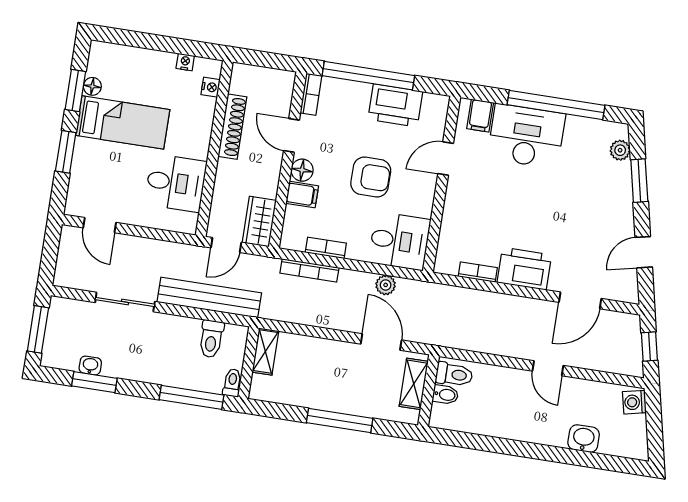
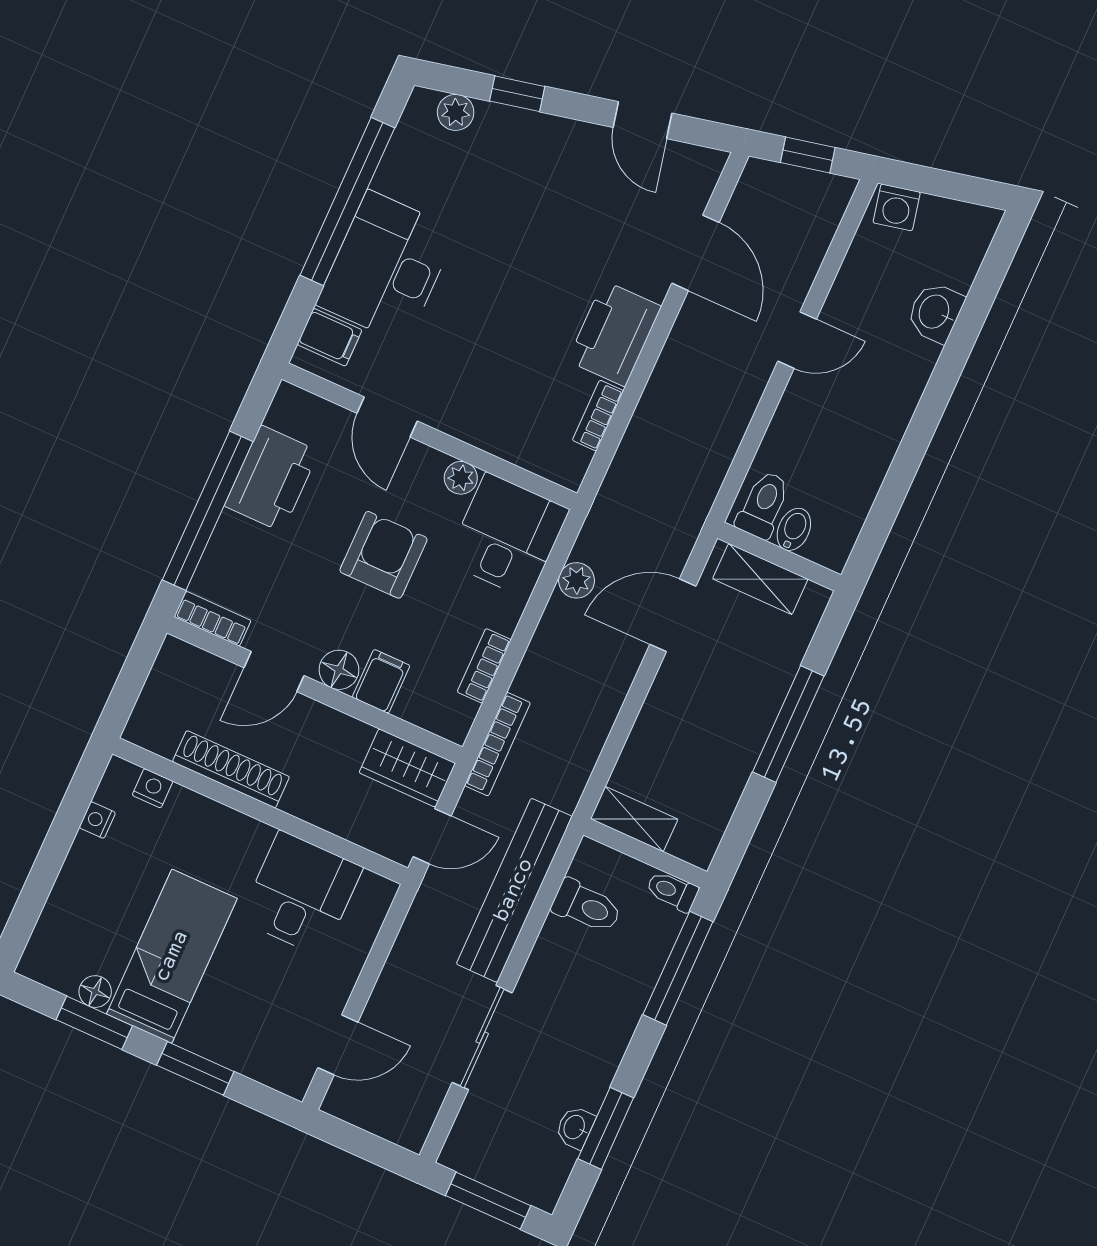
window: (639, 181) -> (517, 94), width x0.67
plant: (424, 207) -> (461, 478), added
door: (226, 245) -> (432, 836), hinge flipped
bookcase: (309, 270) -> (497, 744), moved

